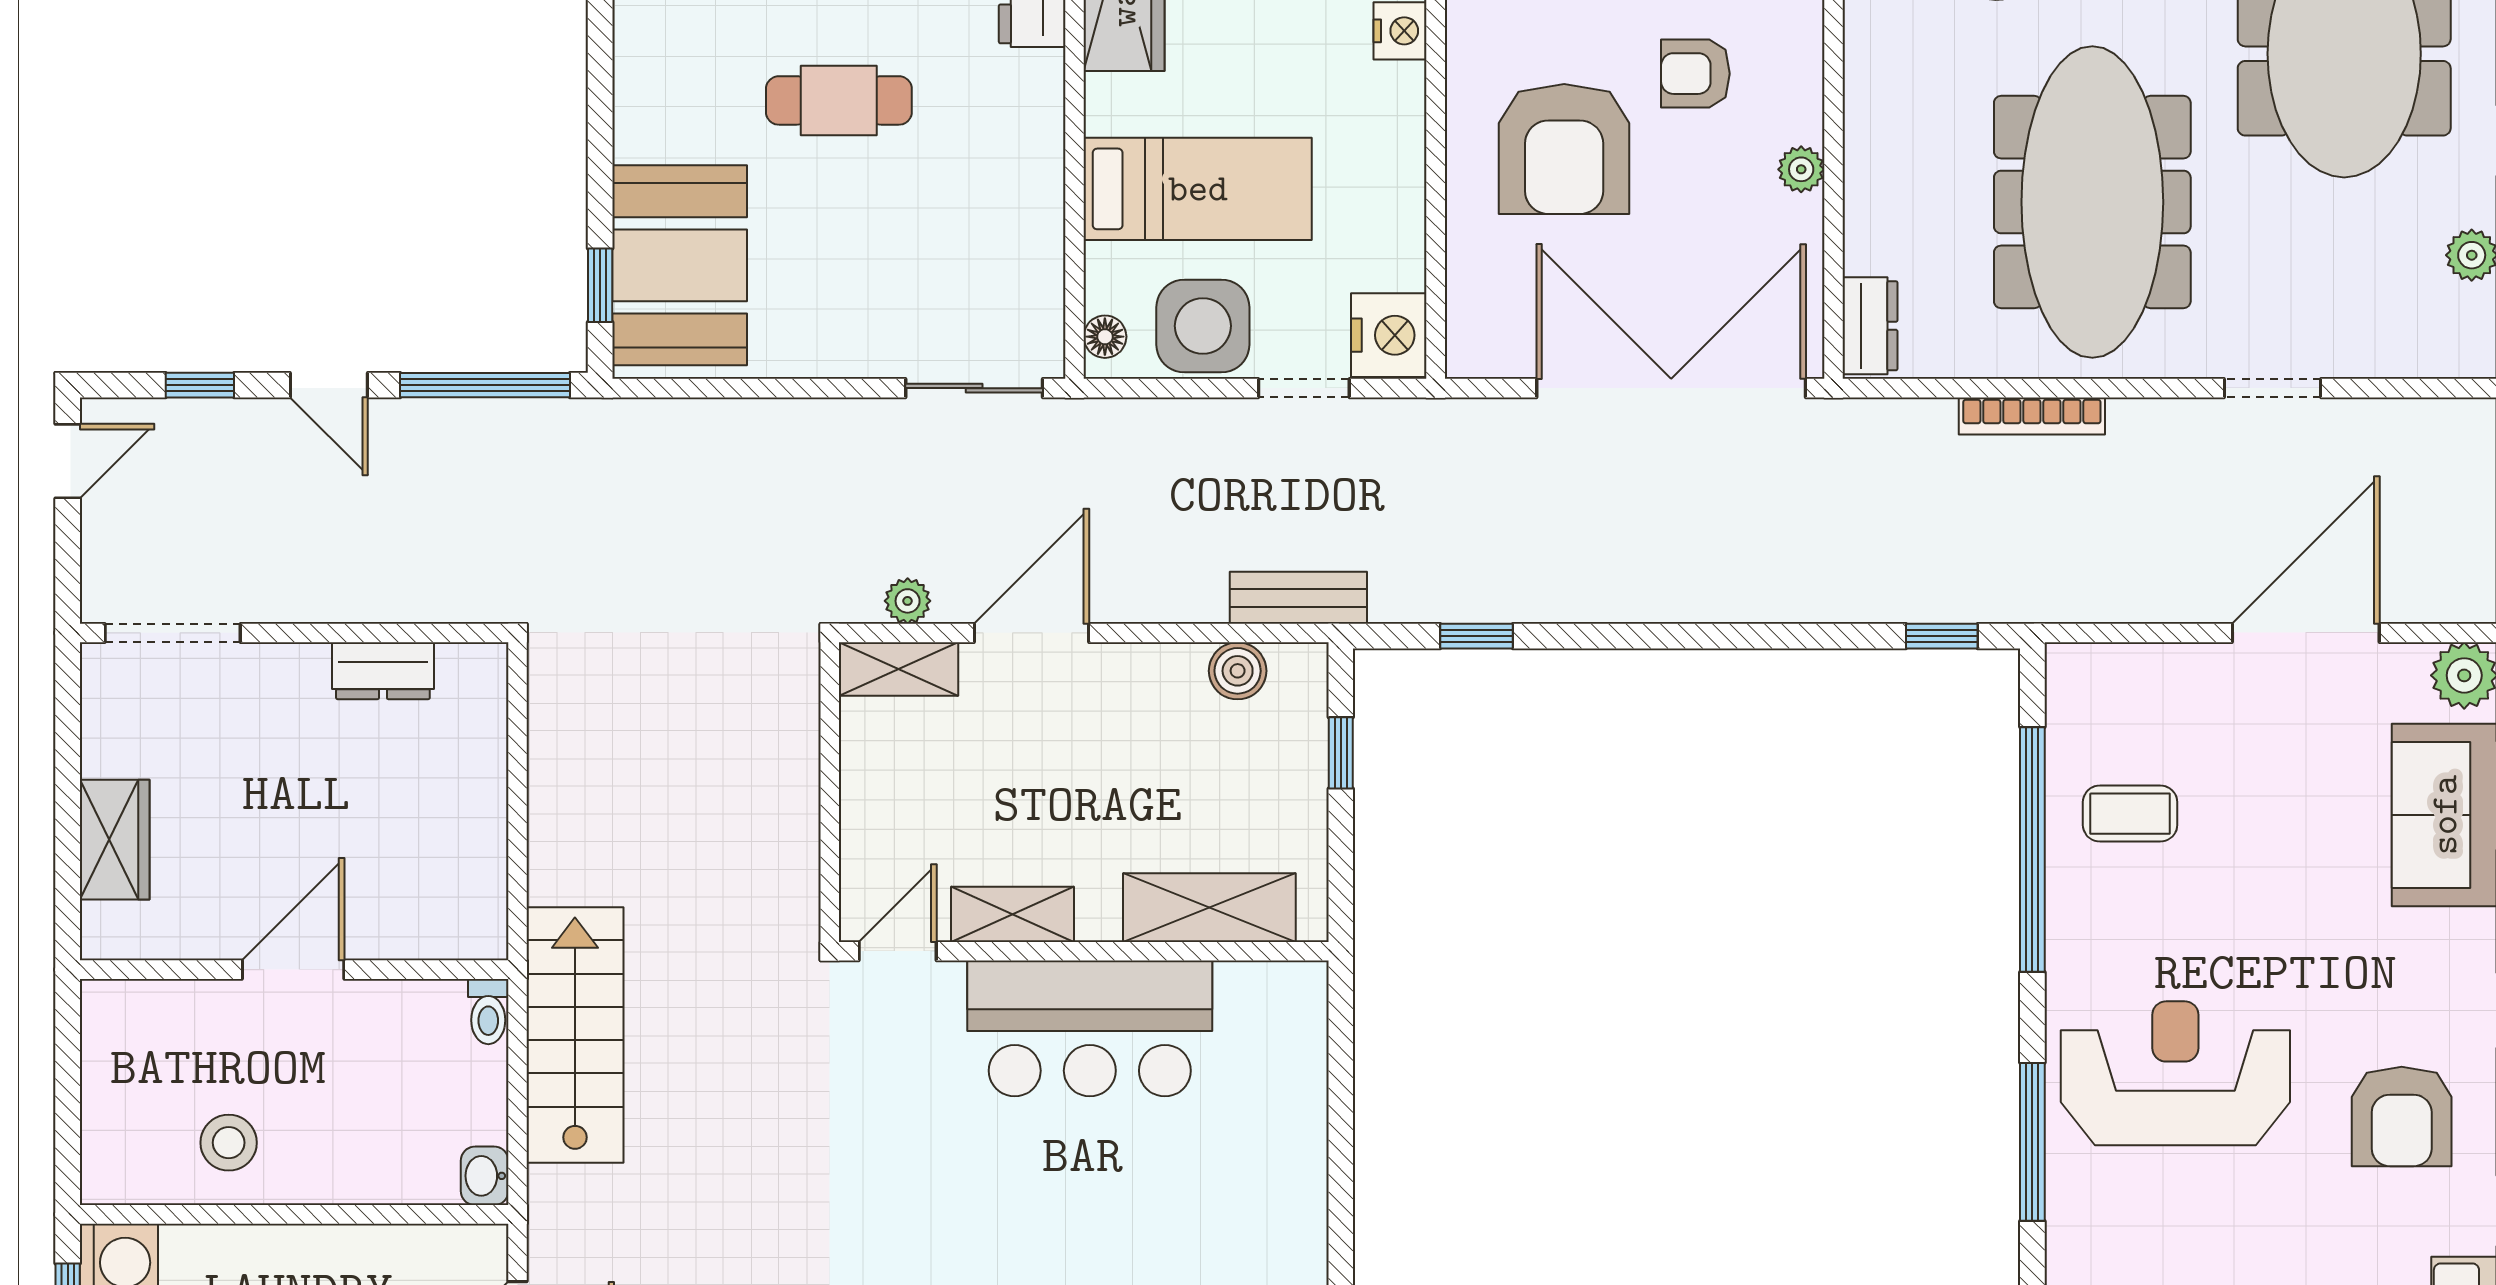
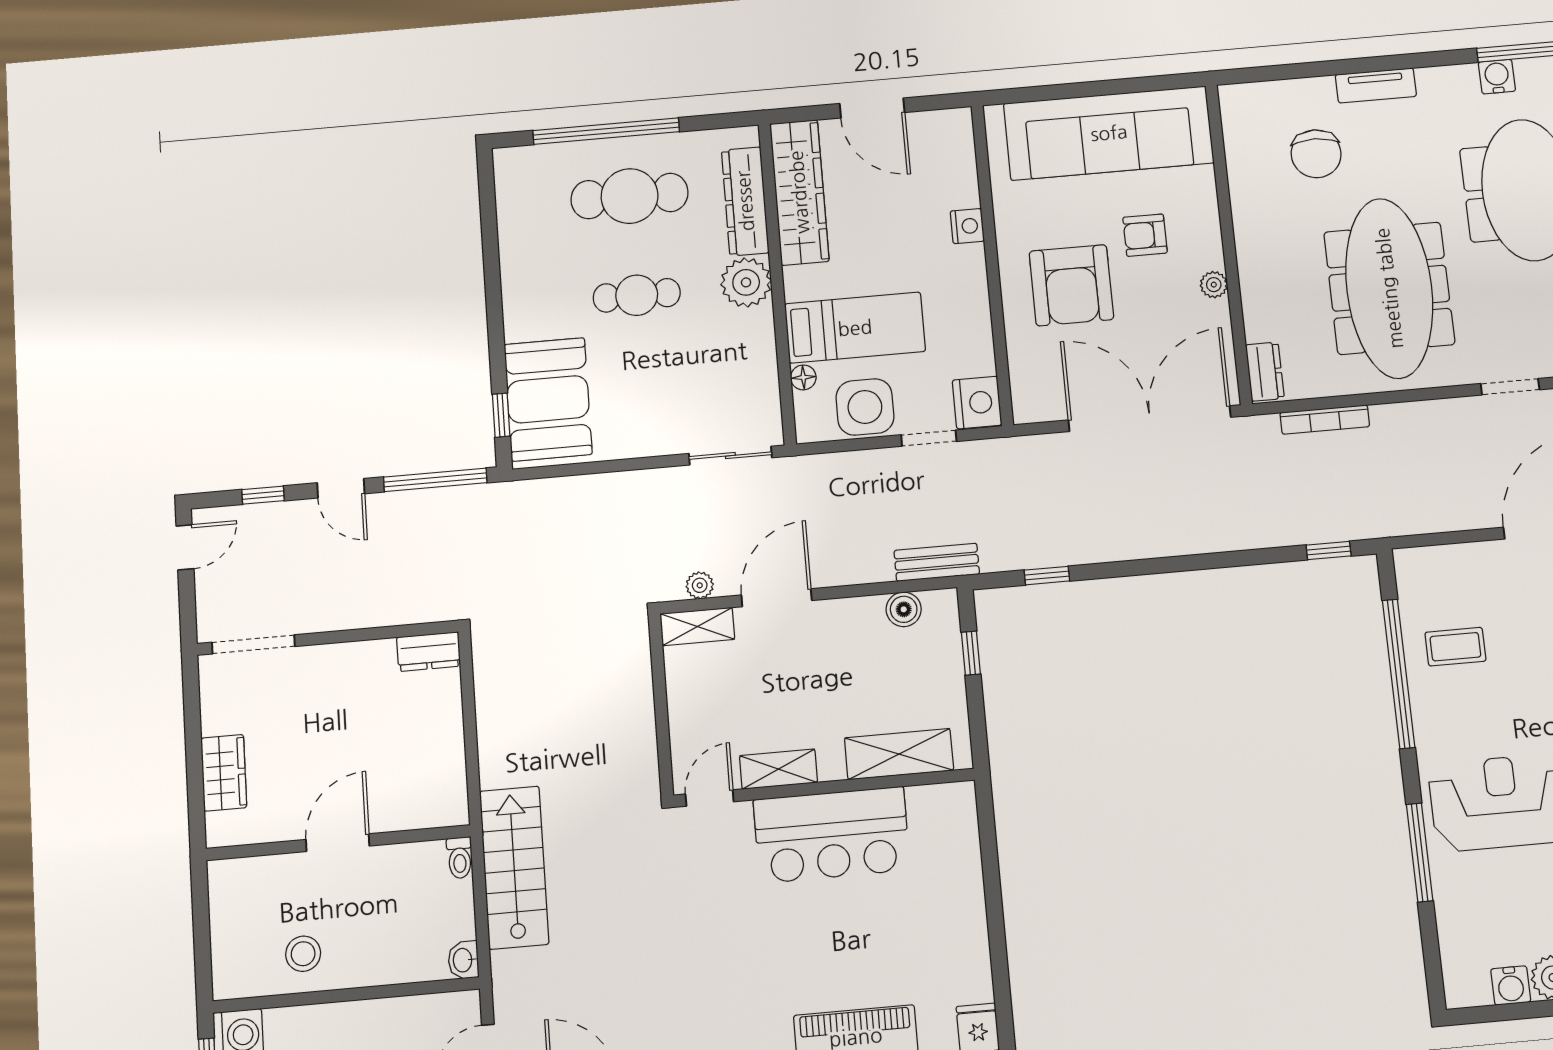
plant: (1023, 95) -> (746, 282), added
floor lamp: (1105, 337) -> (803, 377), moved
bookcase: (2032, 416) -> (1325, 420), moved
dresser: (383, 671) -> (429, 652), moved

